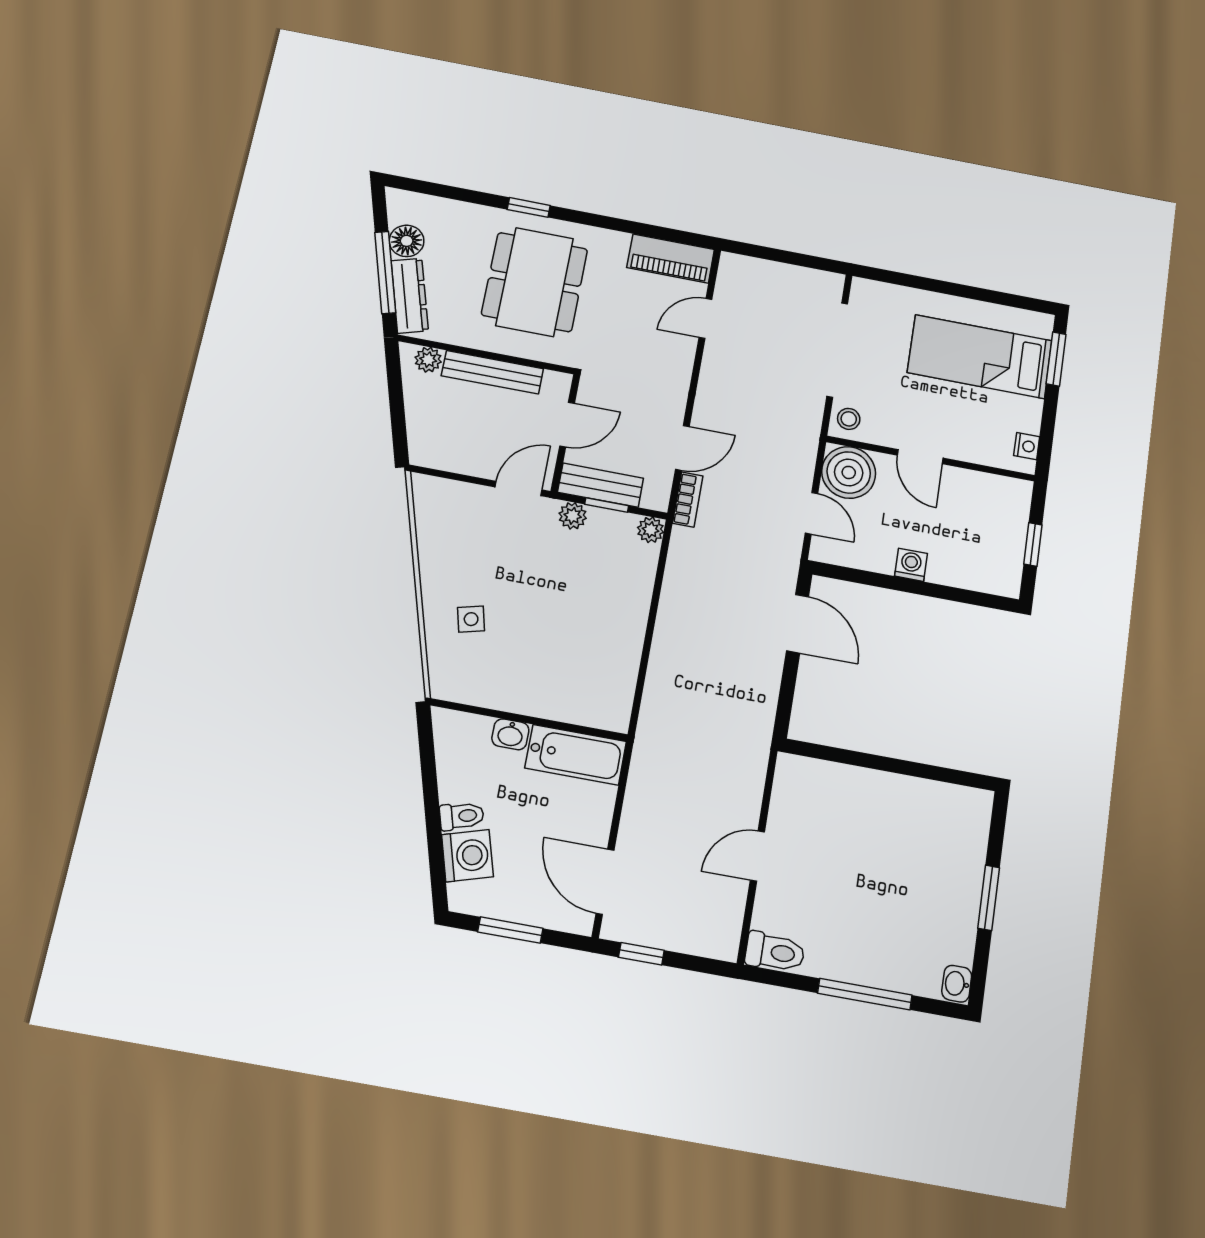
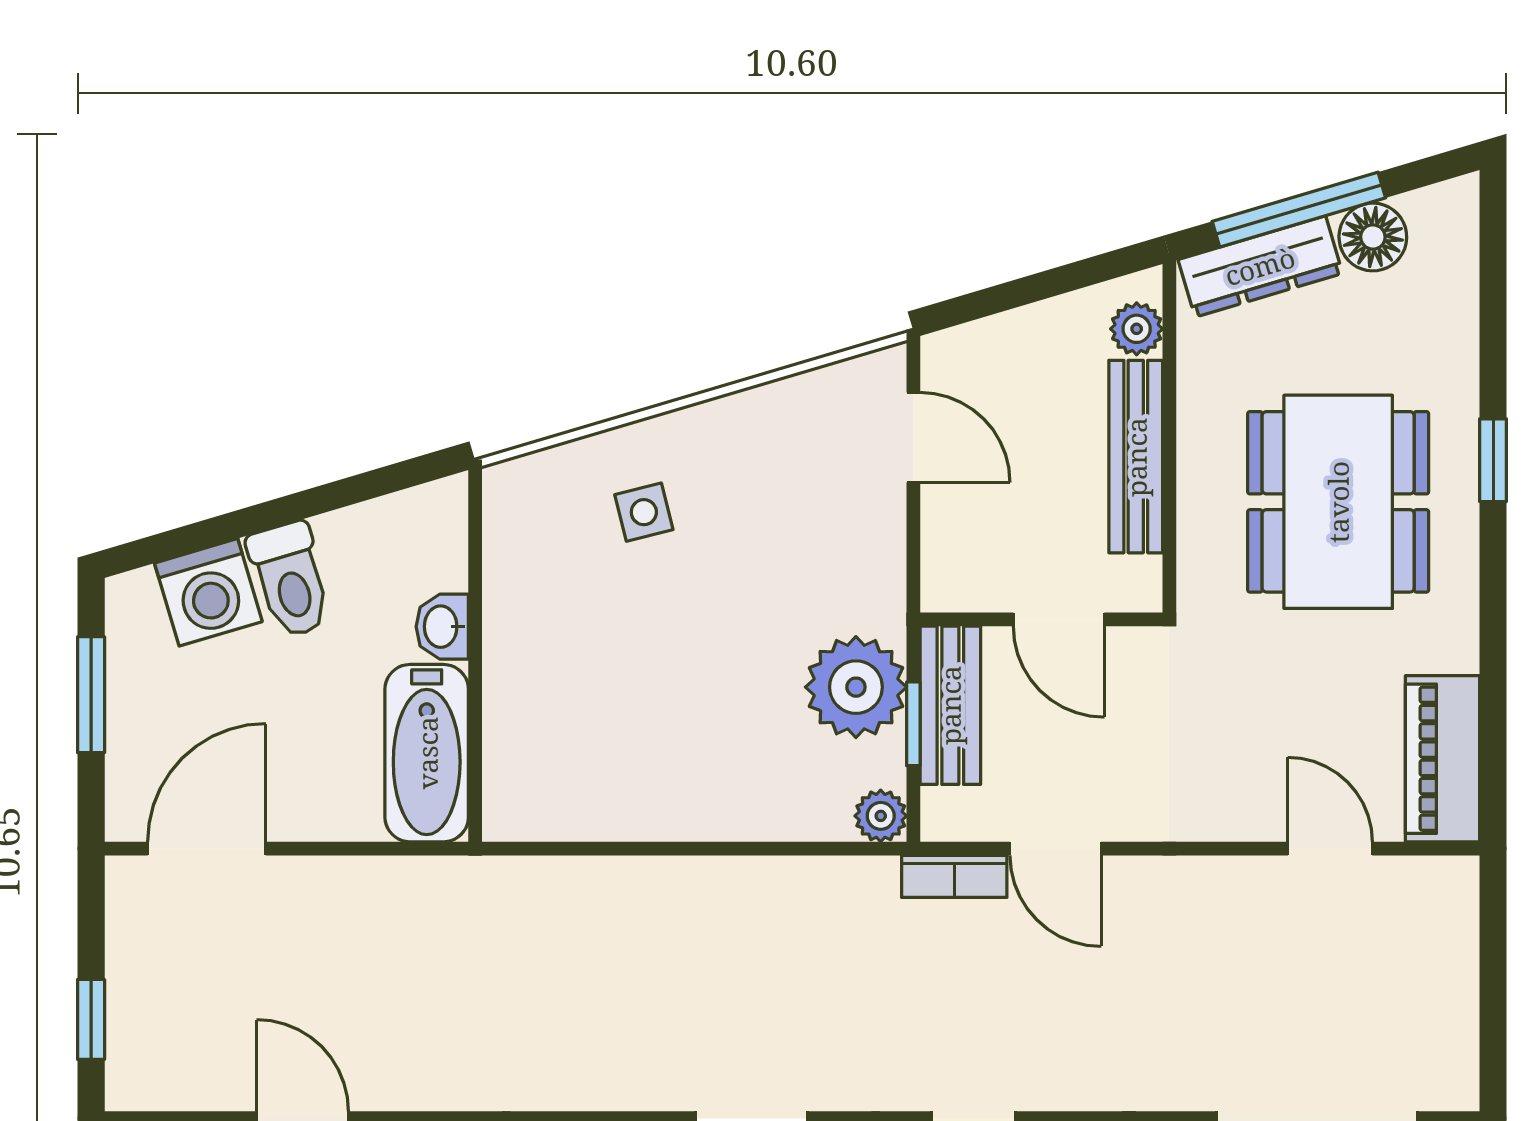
dining table: (535, 282) -> (1338, 502), turned 90
door: (519, 488) -> (913, 437), moved
plant: (573, 516) -> (856, 687), width x1.88, depth x1.88
toilet: (462, 816) -> (290, 580), width x1.37, depth x1.39
window: (641, 954) -> (91, 1019), moved

